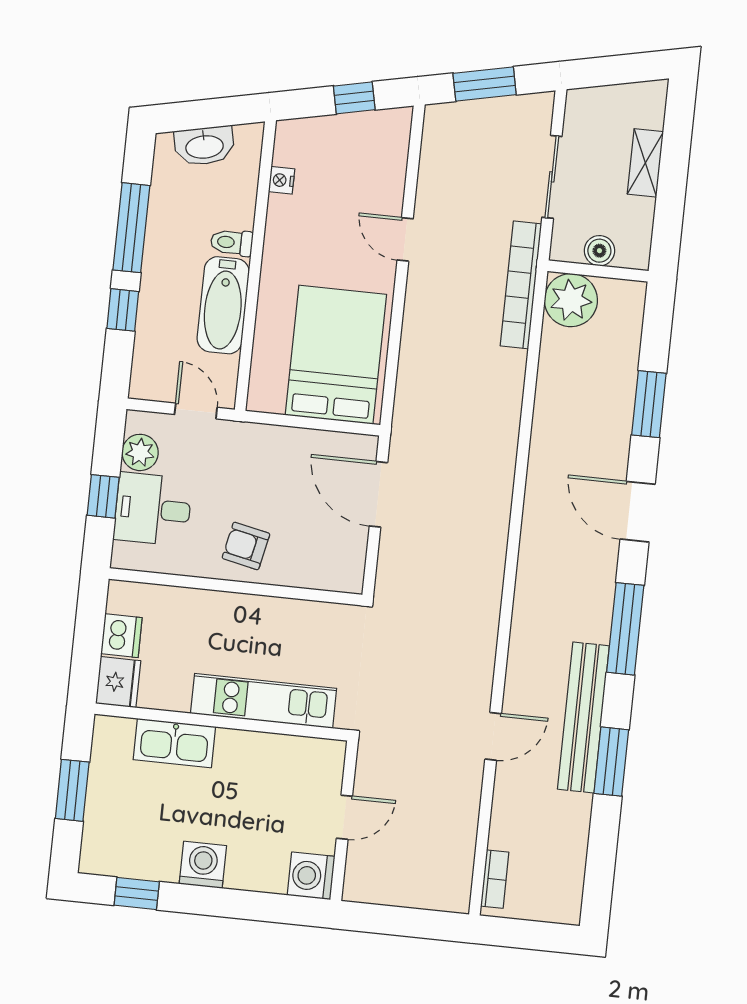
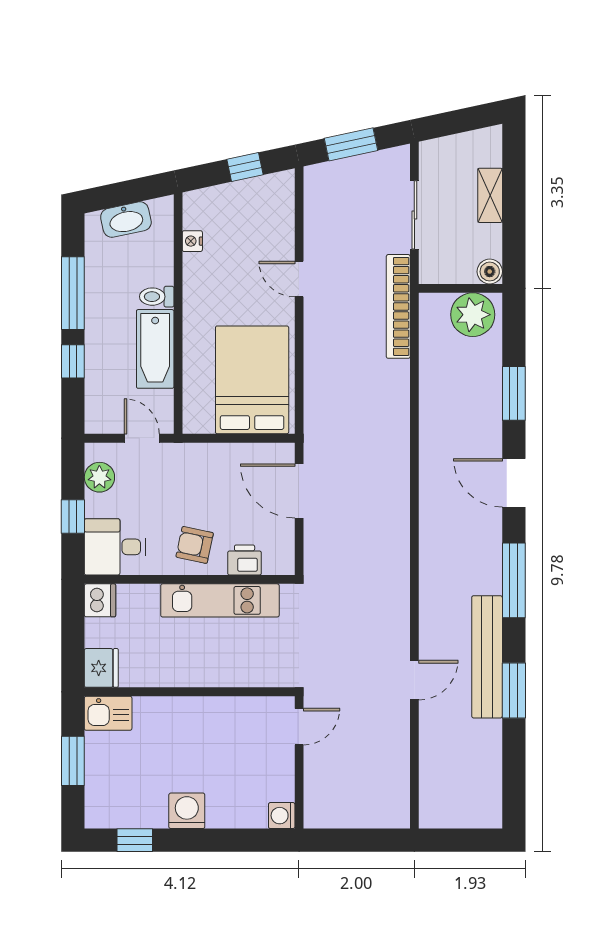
boiler: (599, 251) -> (490, 272), moved
plant: (571, 300) -> (473, 315), moved
desk: (153, 509) -> (115, 547), moved
printer: (304, 570) -> (245, 560), added
dishwasher: (121, 636) -> (100, 600), moved
kitchen unit: (264, 701) -> (220, 600), moved, turned 180
kitchen sink: (174, 743) -> (108, 713), moved, width x0.73
door: (344, 817) -> (299, 727), moved
washing machine: (311, 876) -> (282, 816), width x0.73, depth x0.73
bookcase: (495, 879) -> (428, 797), removed

